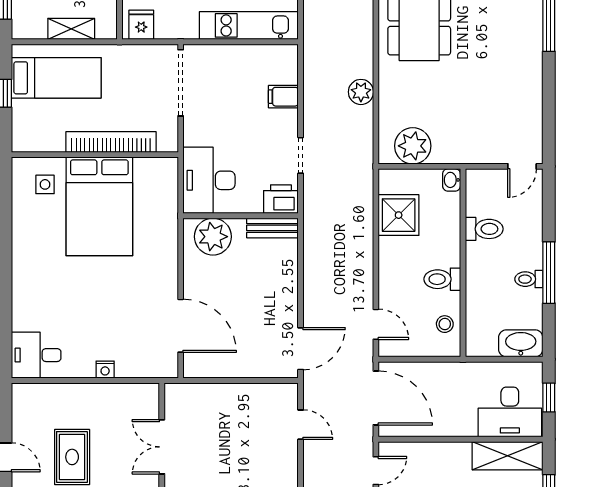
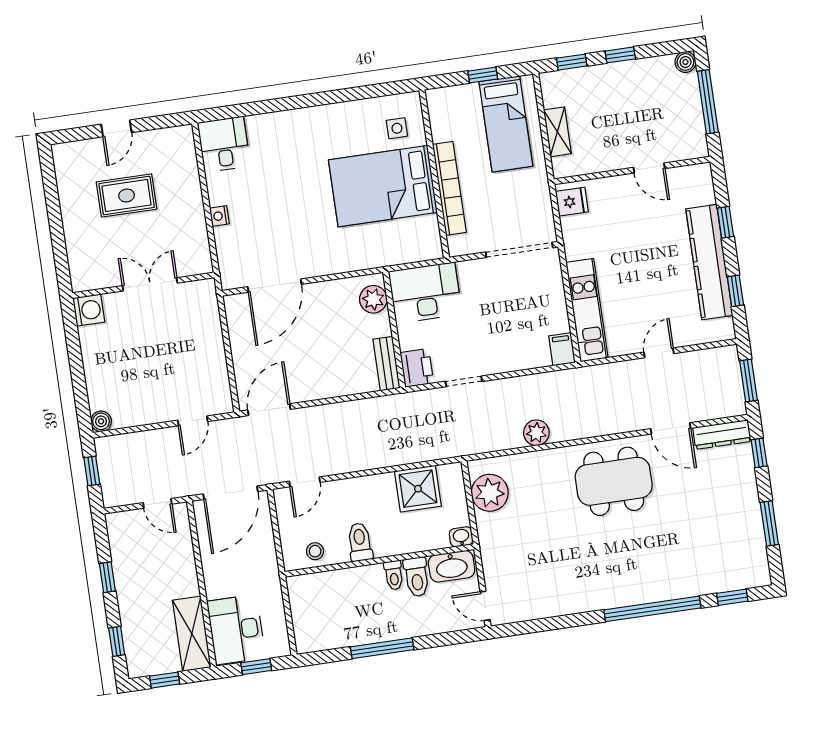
filing cabinet: (283, 97) -> (562, 349), moved
plant: (213, 237) -> (373, 299), width x0.73, depth x0.73
toilet: (529, 279) -> (394, 575), moved, turned 180
washbasin: (521, 343) -> (452, 566), moved, turned 90
door: (301, 349) -> (269, 410), swing flipped

